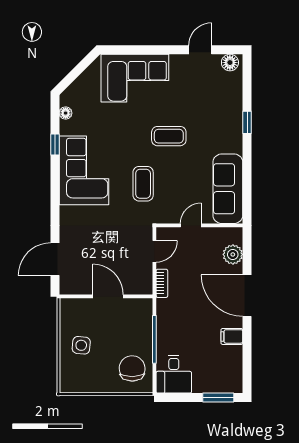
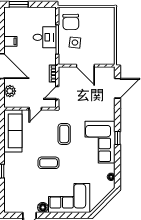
floor lamp: (230, 63) -> (43, 207), moved
window: (55, 145) -> (118, 138), moved
side table: (81, 345) -> (75, 43), moved
desk: (174, 374) -> (45, 37), moved, turned 90

